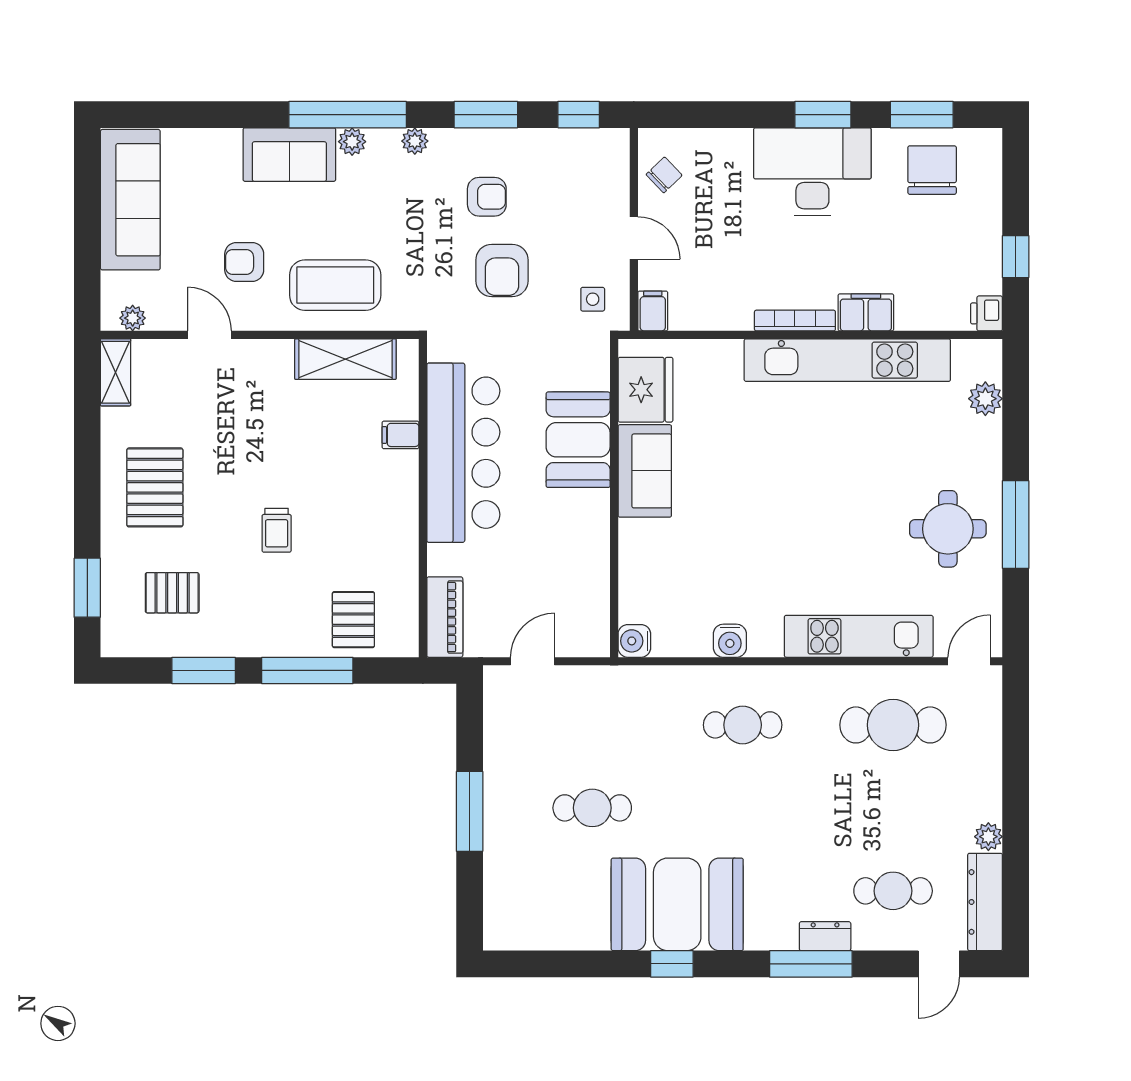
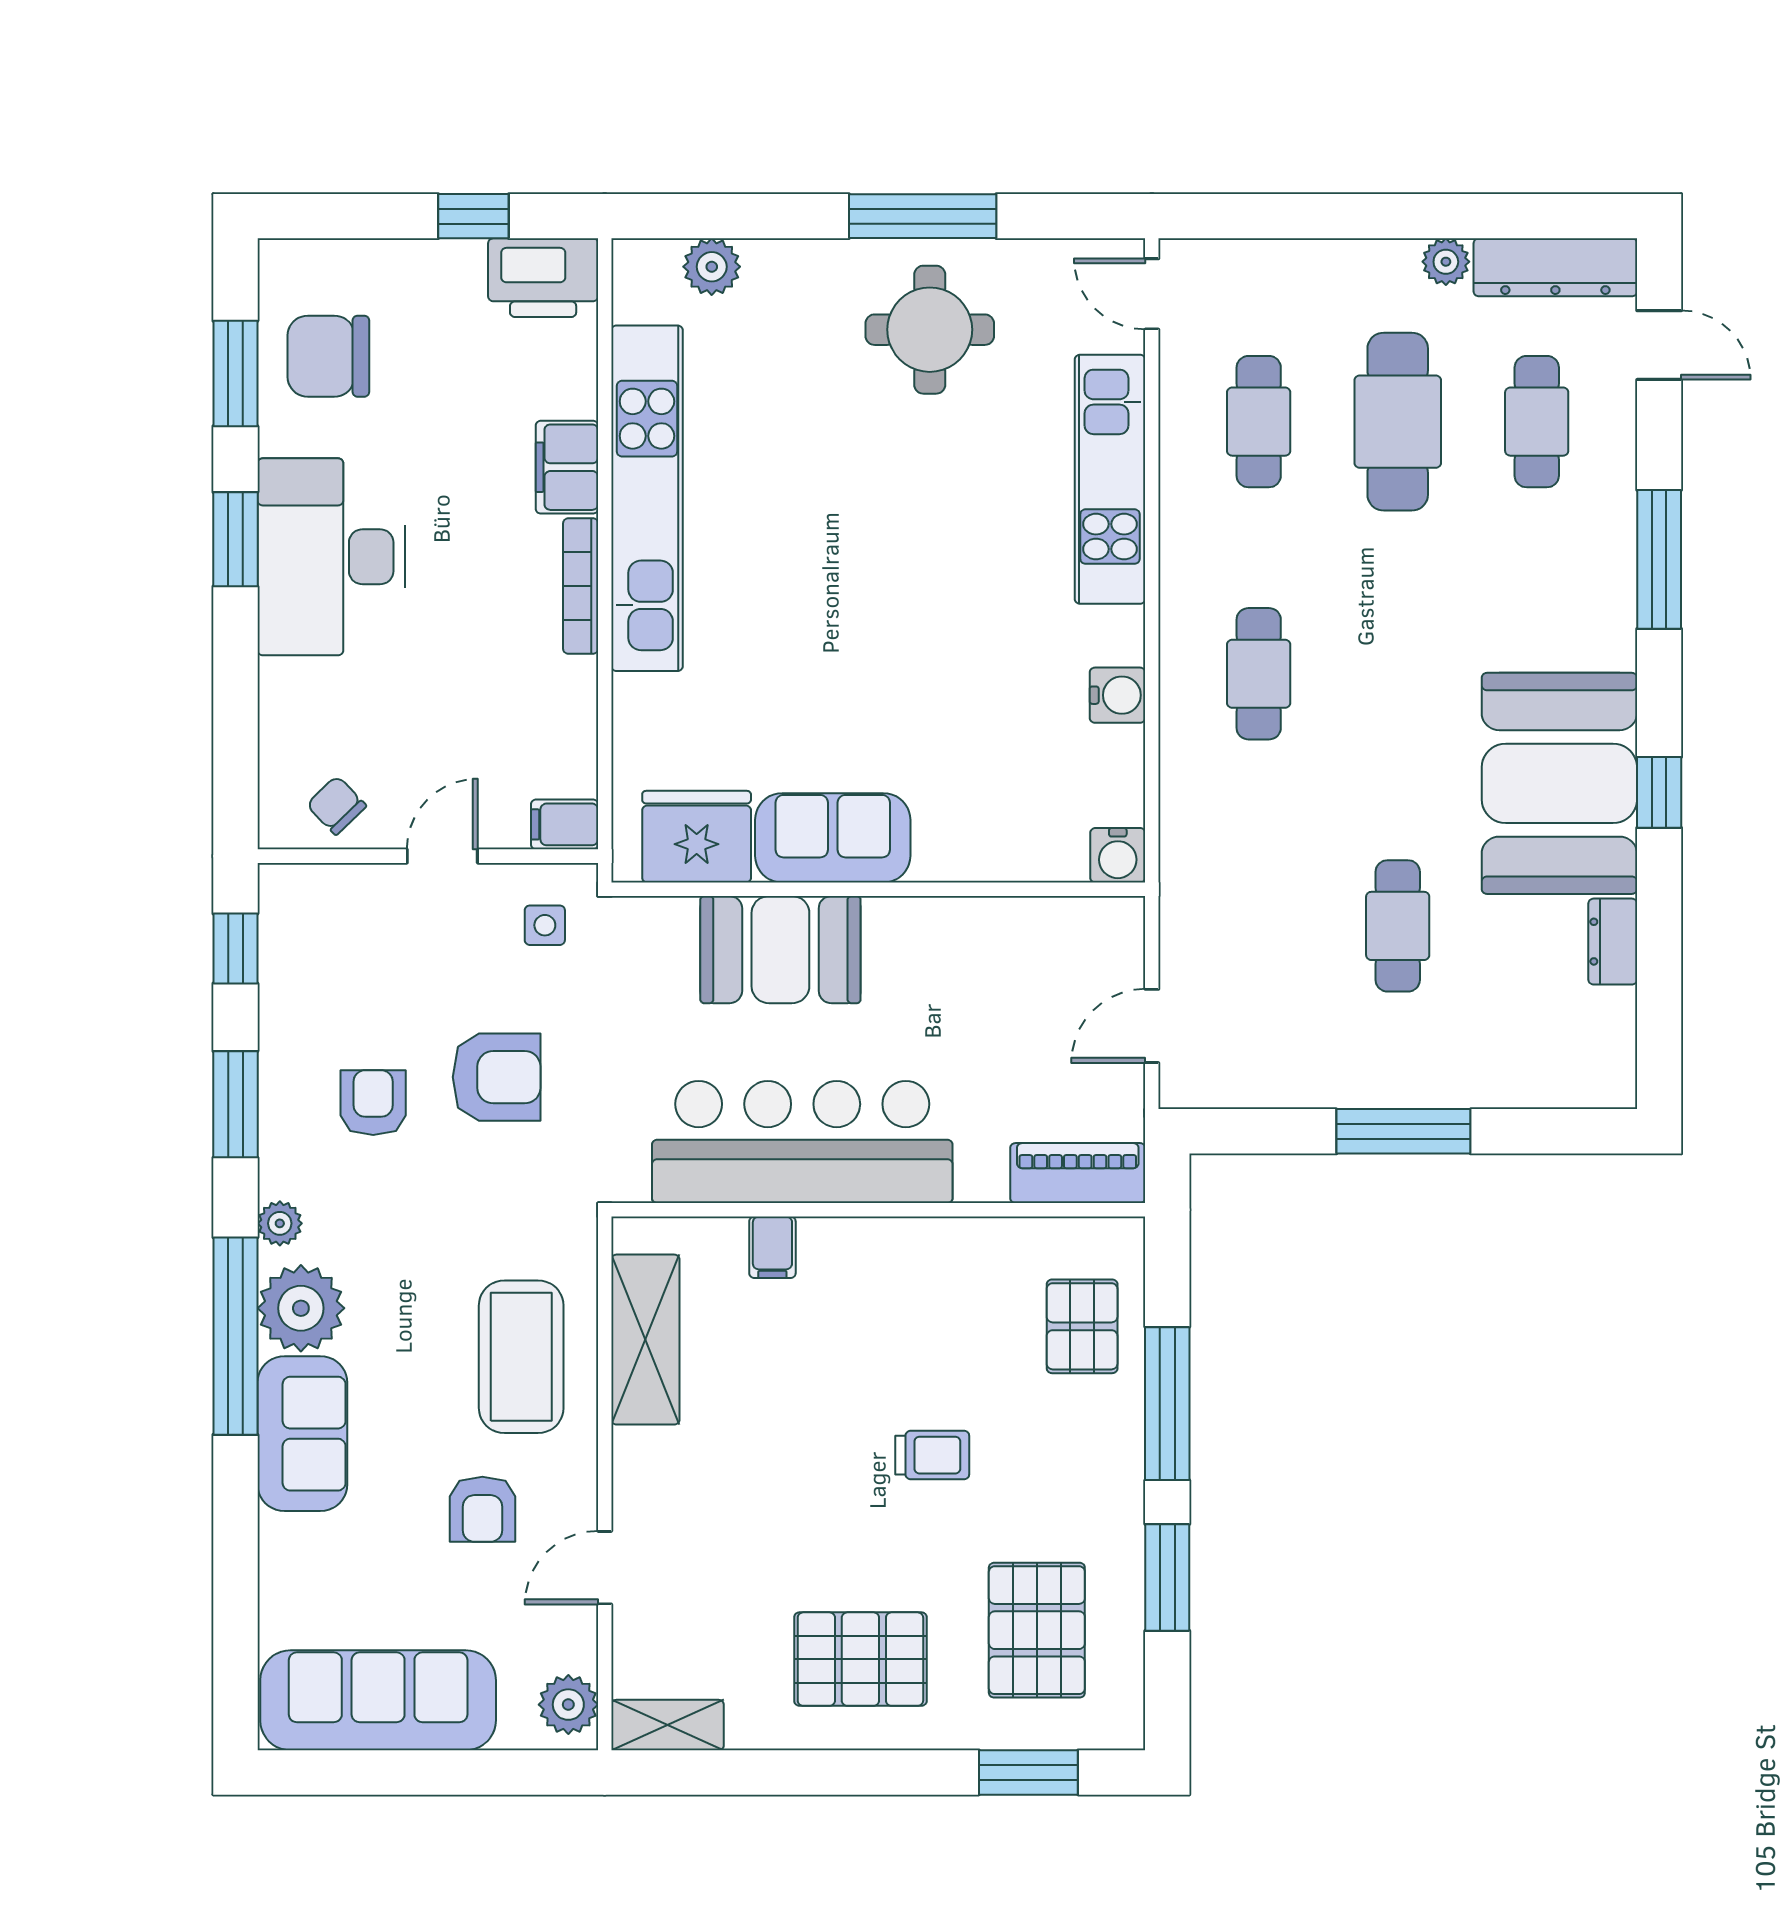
plant: (352, 142) -> (301, 1308), width x1.87, depth x1.87
printer: (987, 313) -> (543, 278), width x1.87, depth x1.48
plant: (133, 318) -> (568, 1705), width x1.38, depth x1.38
pallet: (172, 593) -> (1037, 1630), width x1.50, depth x1.42
pallet: (353, 620) -> (1082, 1326), turned 90
door: (533, 661) -> (1152, 1026), hinge flipped
cafe table: (893, 725) -> (1259, 422), width x0.73, depth x0.74
cafe table: (893, 808) -> (1398, 422), added
dresser: (825, 936) -> (1613, 942), moved

